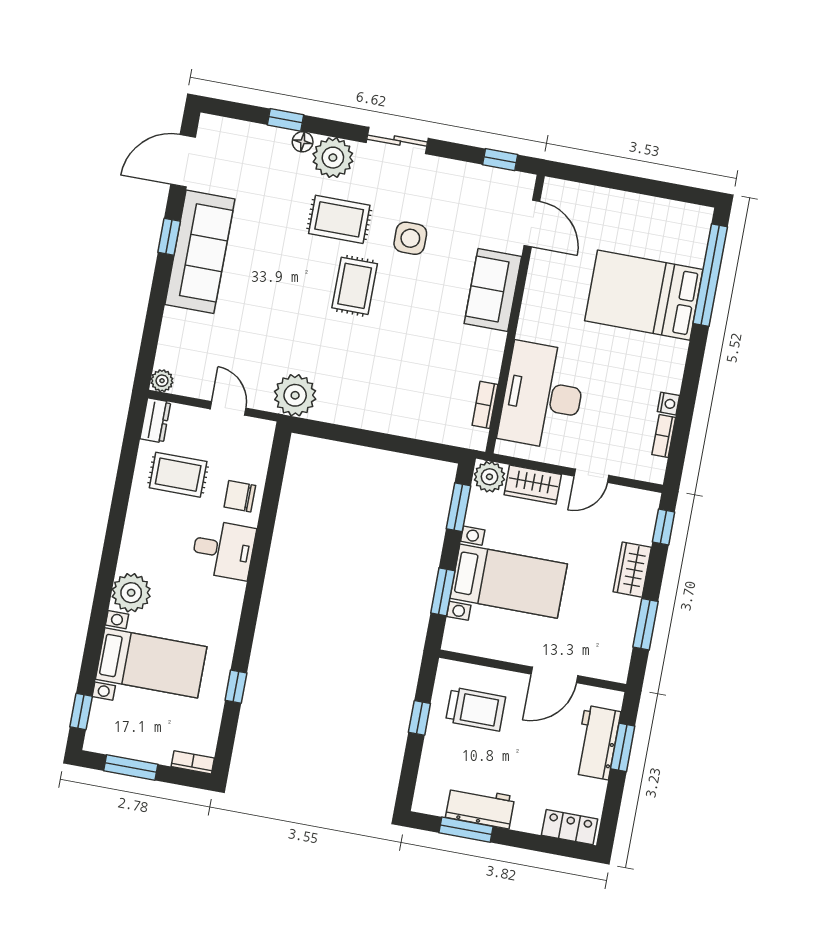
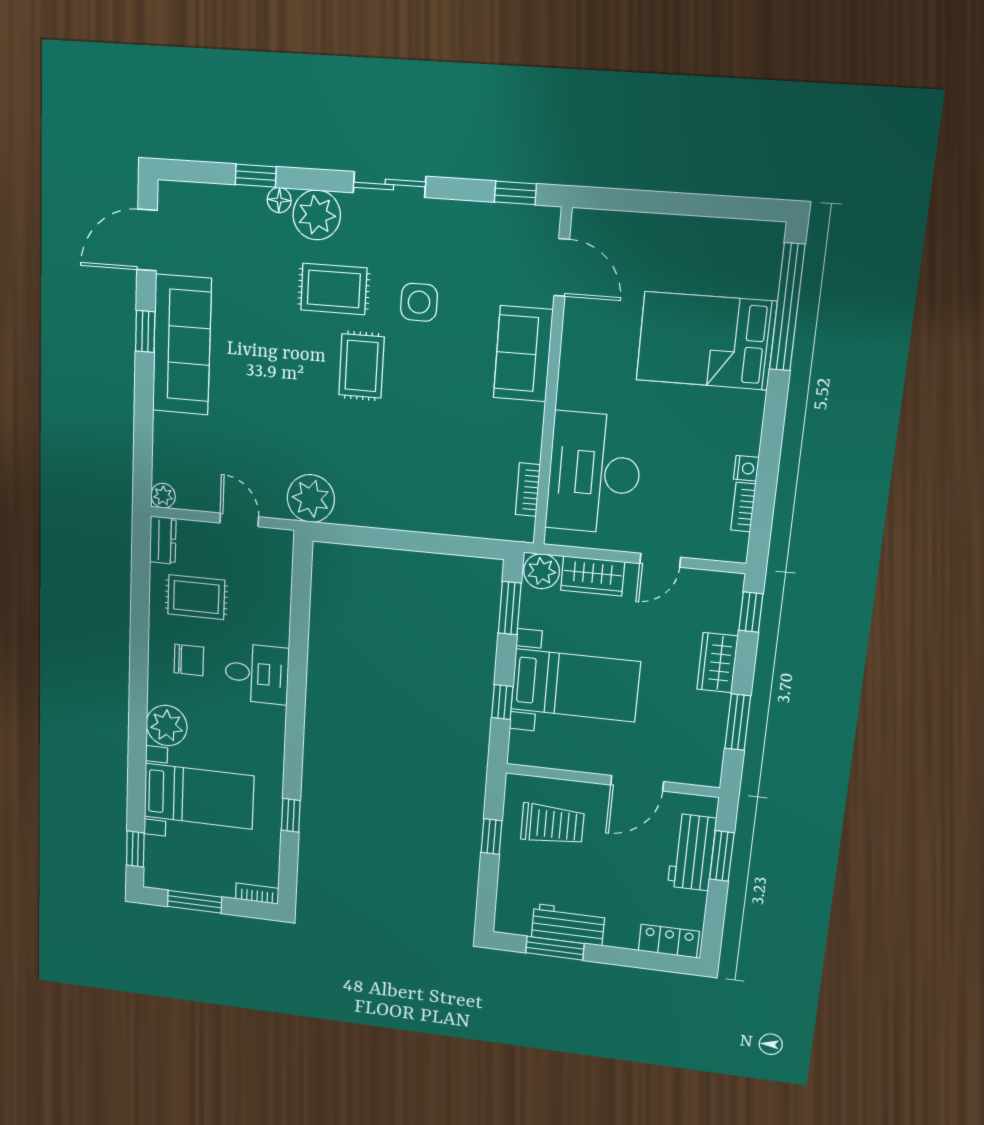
chair: (240, 496) -> (189, 660), moved, turned 180
window: (443, 592) -> (502, 702), width x0.67

